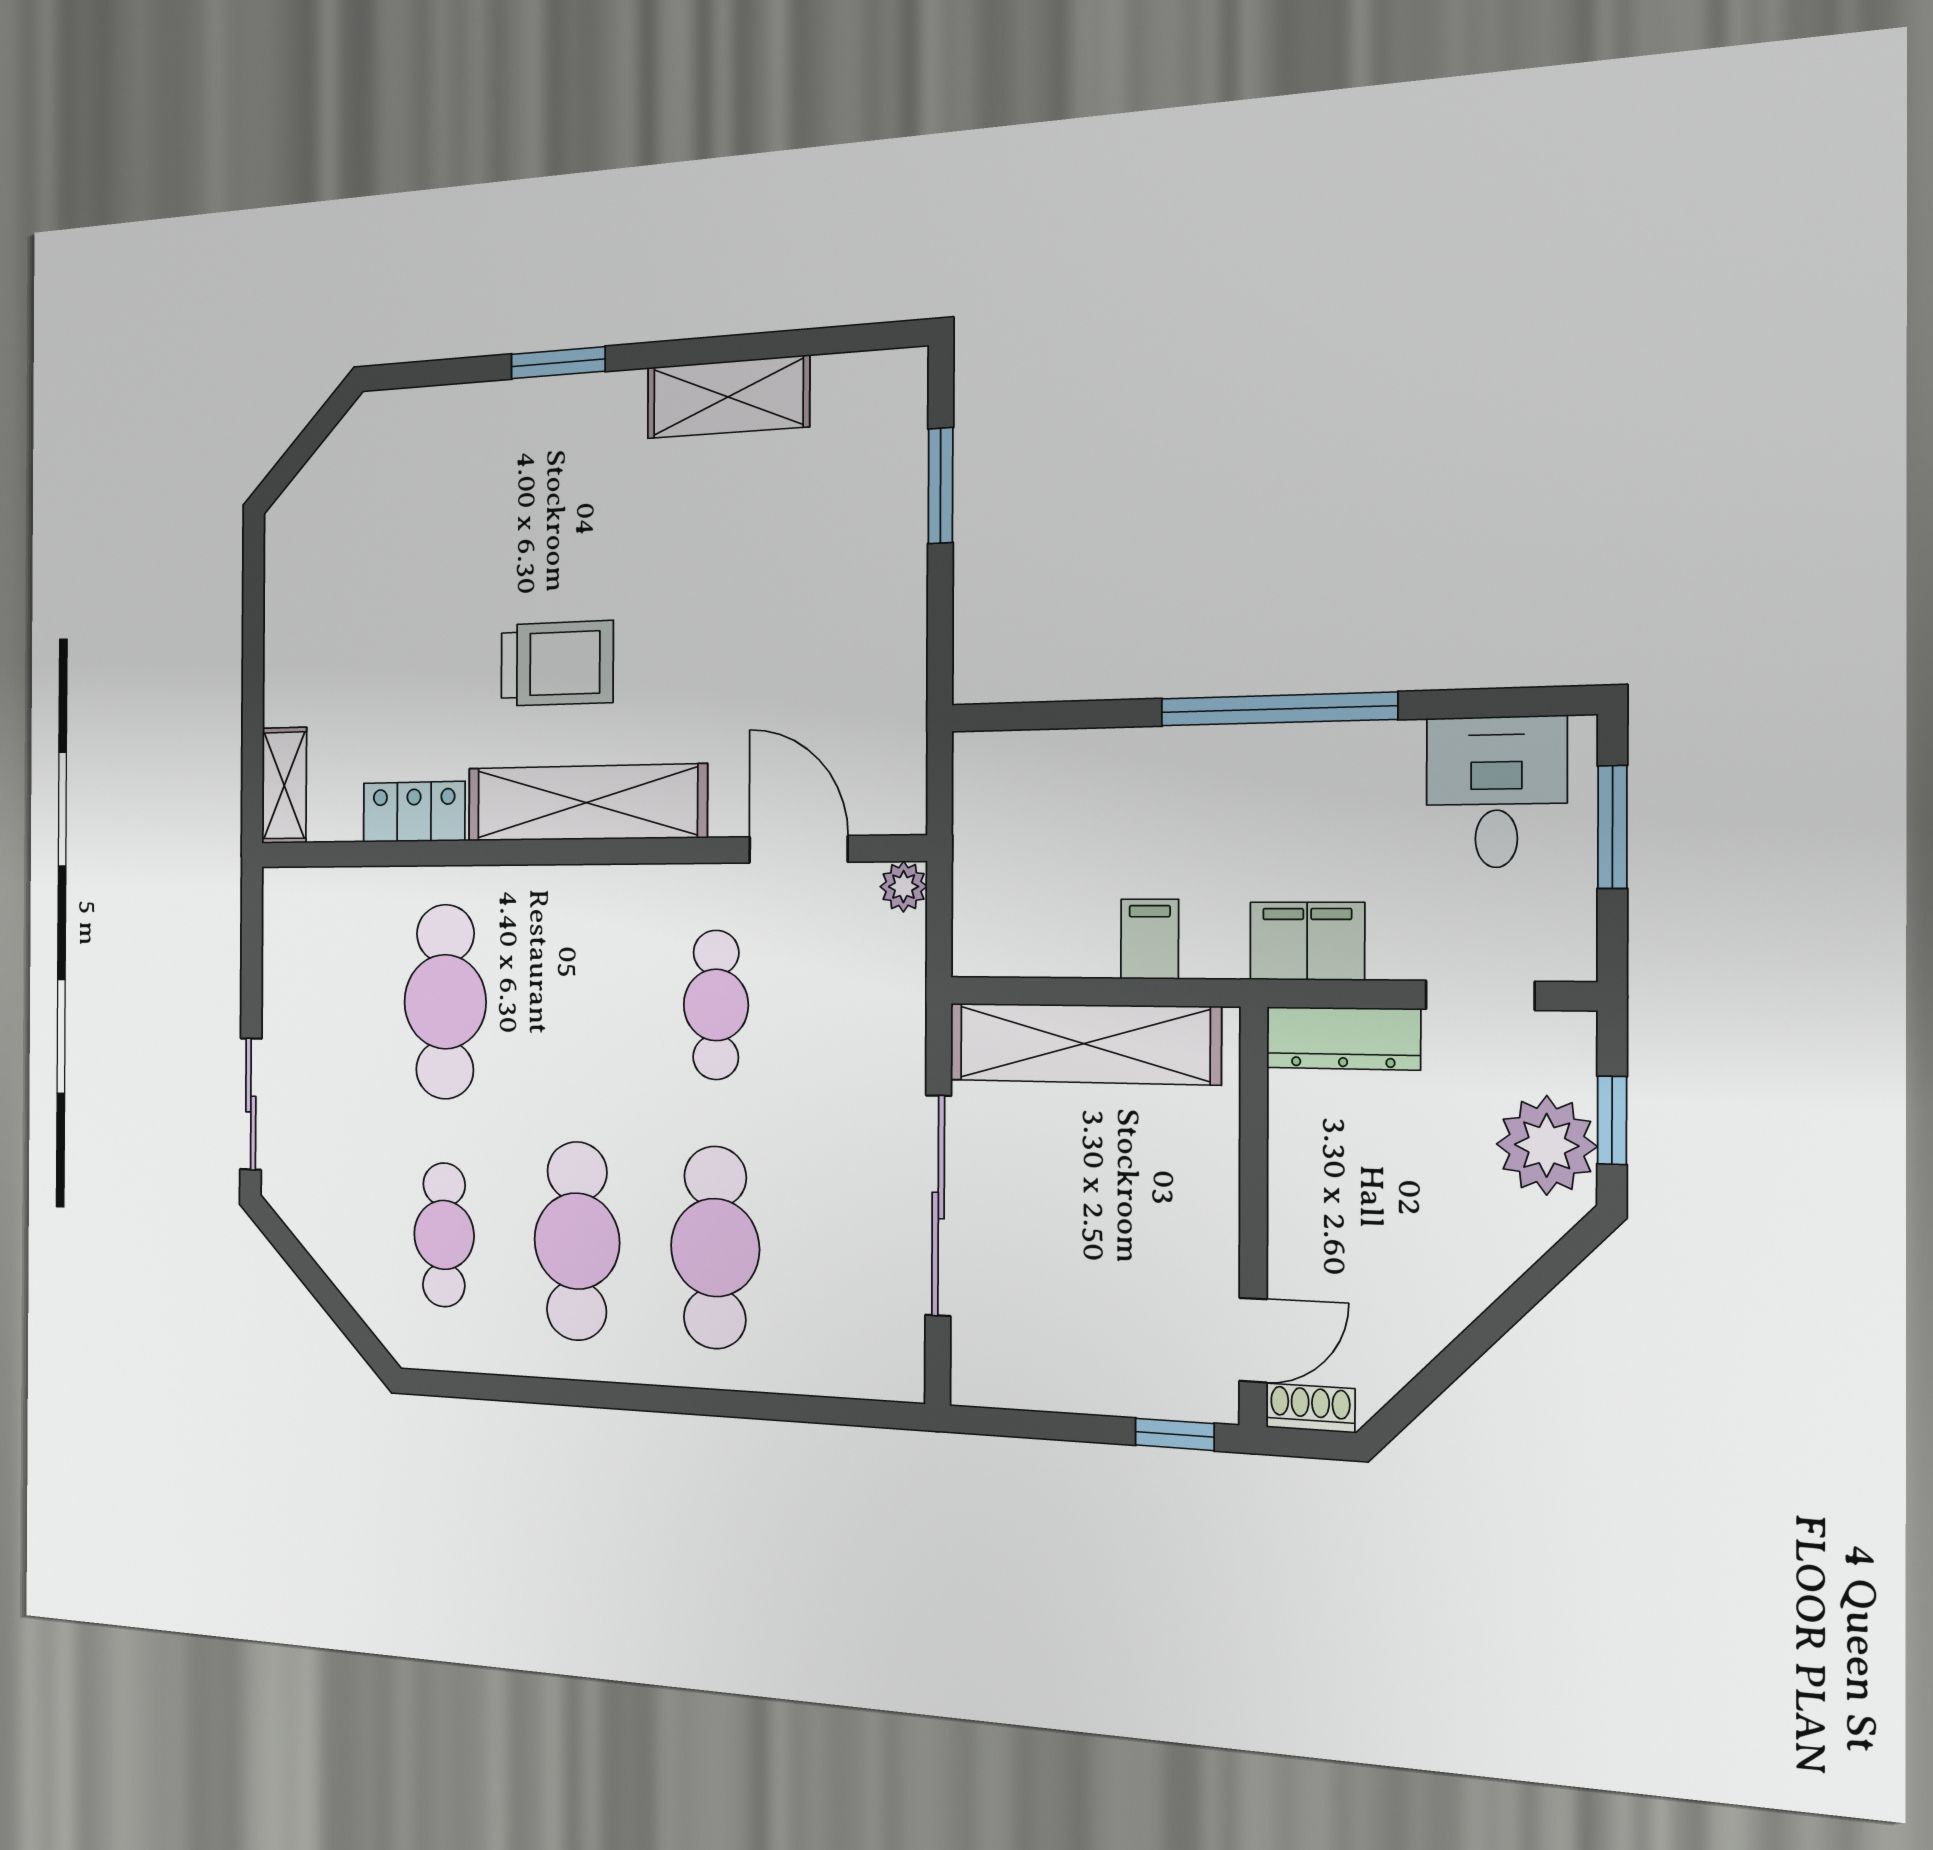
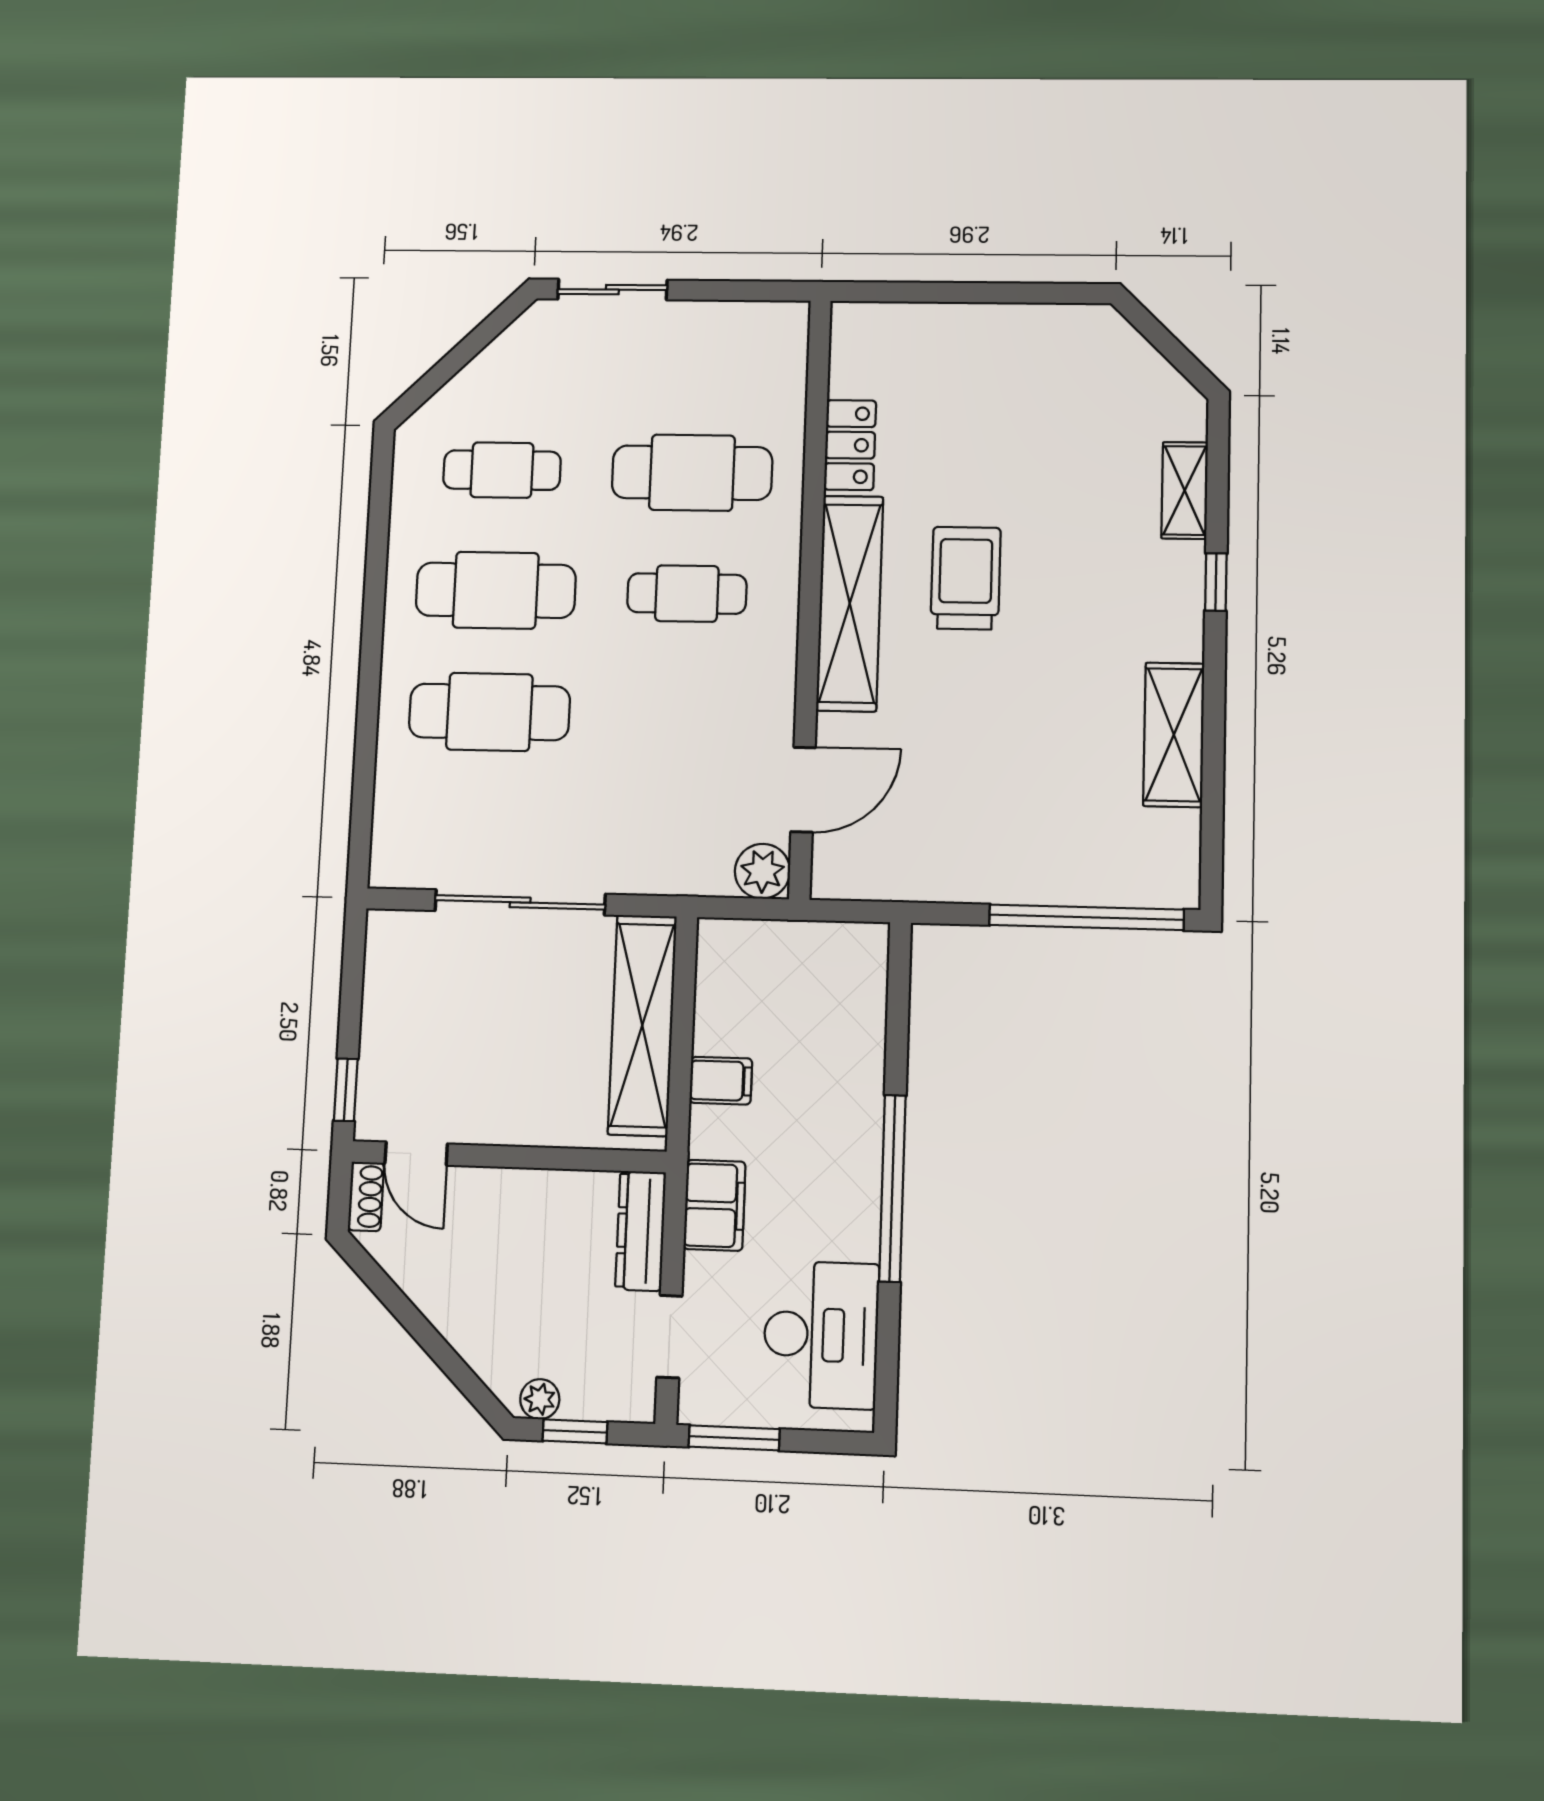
window: (558, 363) -> (1216, 582), width x0.67
window: (941, 486) -> (1086, 917), width x2.11
trolley: (557, 663) -> (966, 578), turned 180
shelving: (284, 785) -> (1185, 490), moved, turned 90
desk: (1496, 792) -> (821, 1335), width x1.37
window: (1612, 827) -> (734, 1438), moved
plant: (904, 887) -> (762, 871), width x1.38, depth x1.38
cafe table: (716, 1005) -> (687, 594), moved
plant: (1547, 1145) -> (540, 1399), width x0.53, depth x0.53

